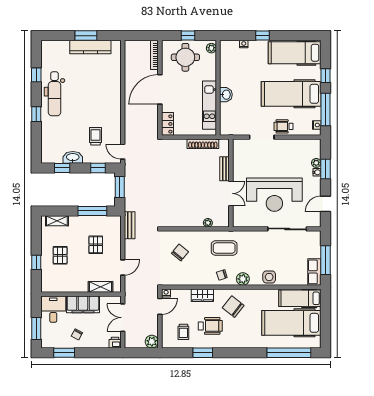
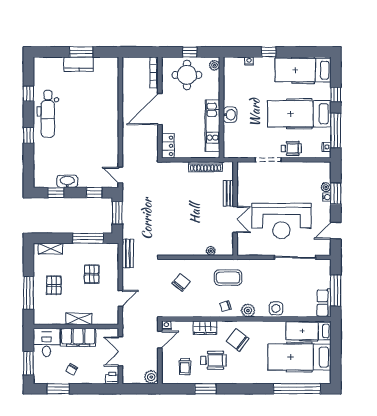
kitchen counter: (90, 47) -> (79, 64), width x0.67
wheelchair: (284, 126) -> (291, 148), turned 180
trolley: (96, 136) -> (91, 159), removed
window: (36, 262) -> (28, 293), width x2.17
shelving: (101, 287) -> (79, 319), moved

